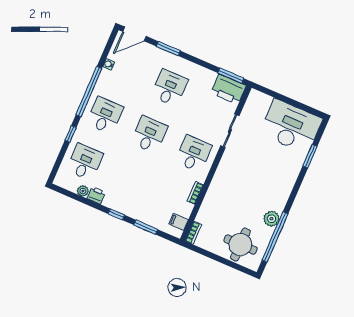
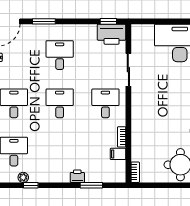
window: (231, 76) -> (108, 21), width x0.67
printer: (96, 195) -> (77, 176), moved
window: (116, 214) -> (31, 185), moved
filing cabinet: (179, 222) -> (118, 154), moved

